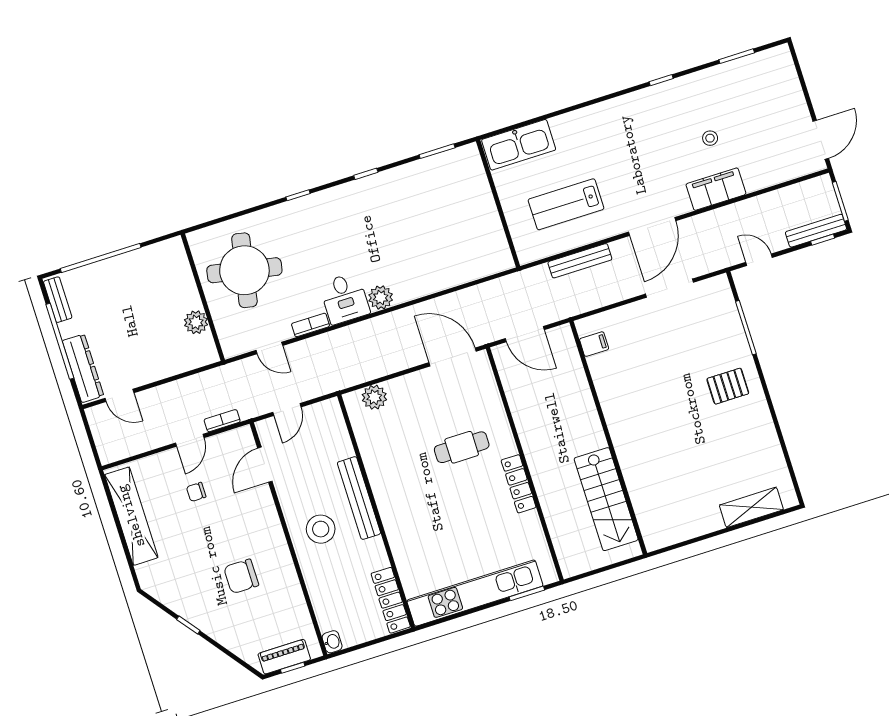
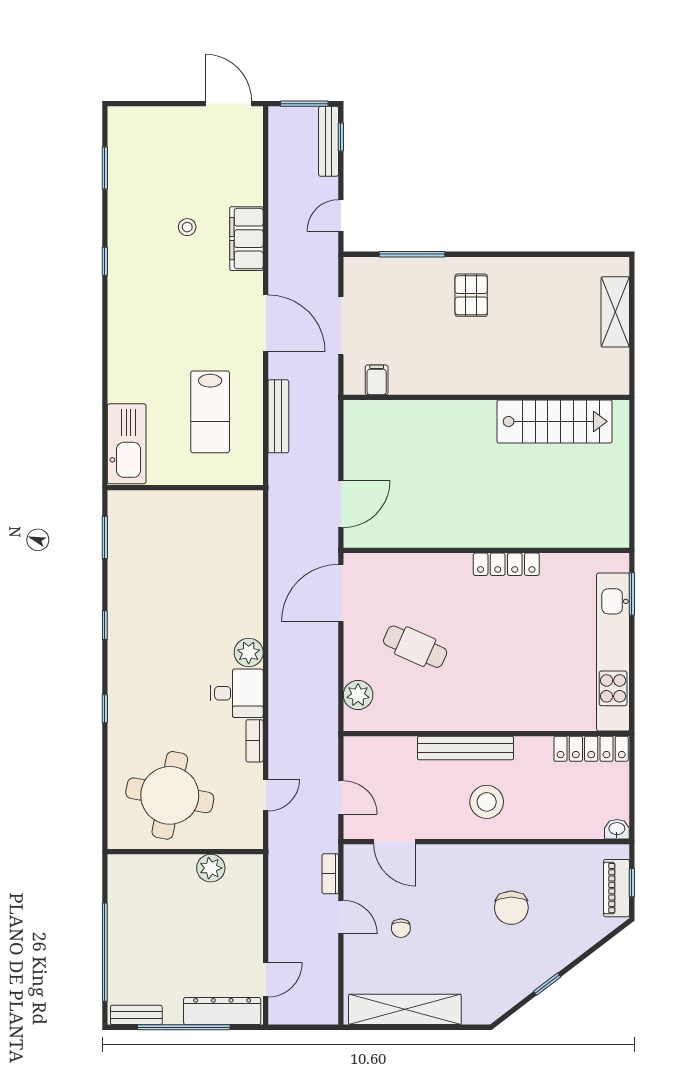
filing cabinet: (594, 344) -> (377, 380), moved
wall: (608, 438) -> (486, 397), moved
cafe table: (462, 447) -> (415, 647), moved, turned -66
stairs: (606, 499) -> (554, 421), moved

